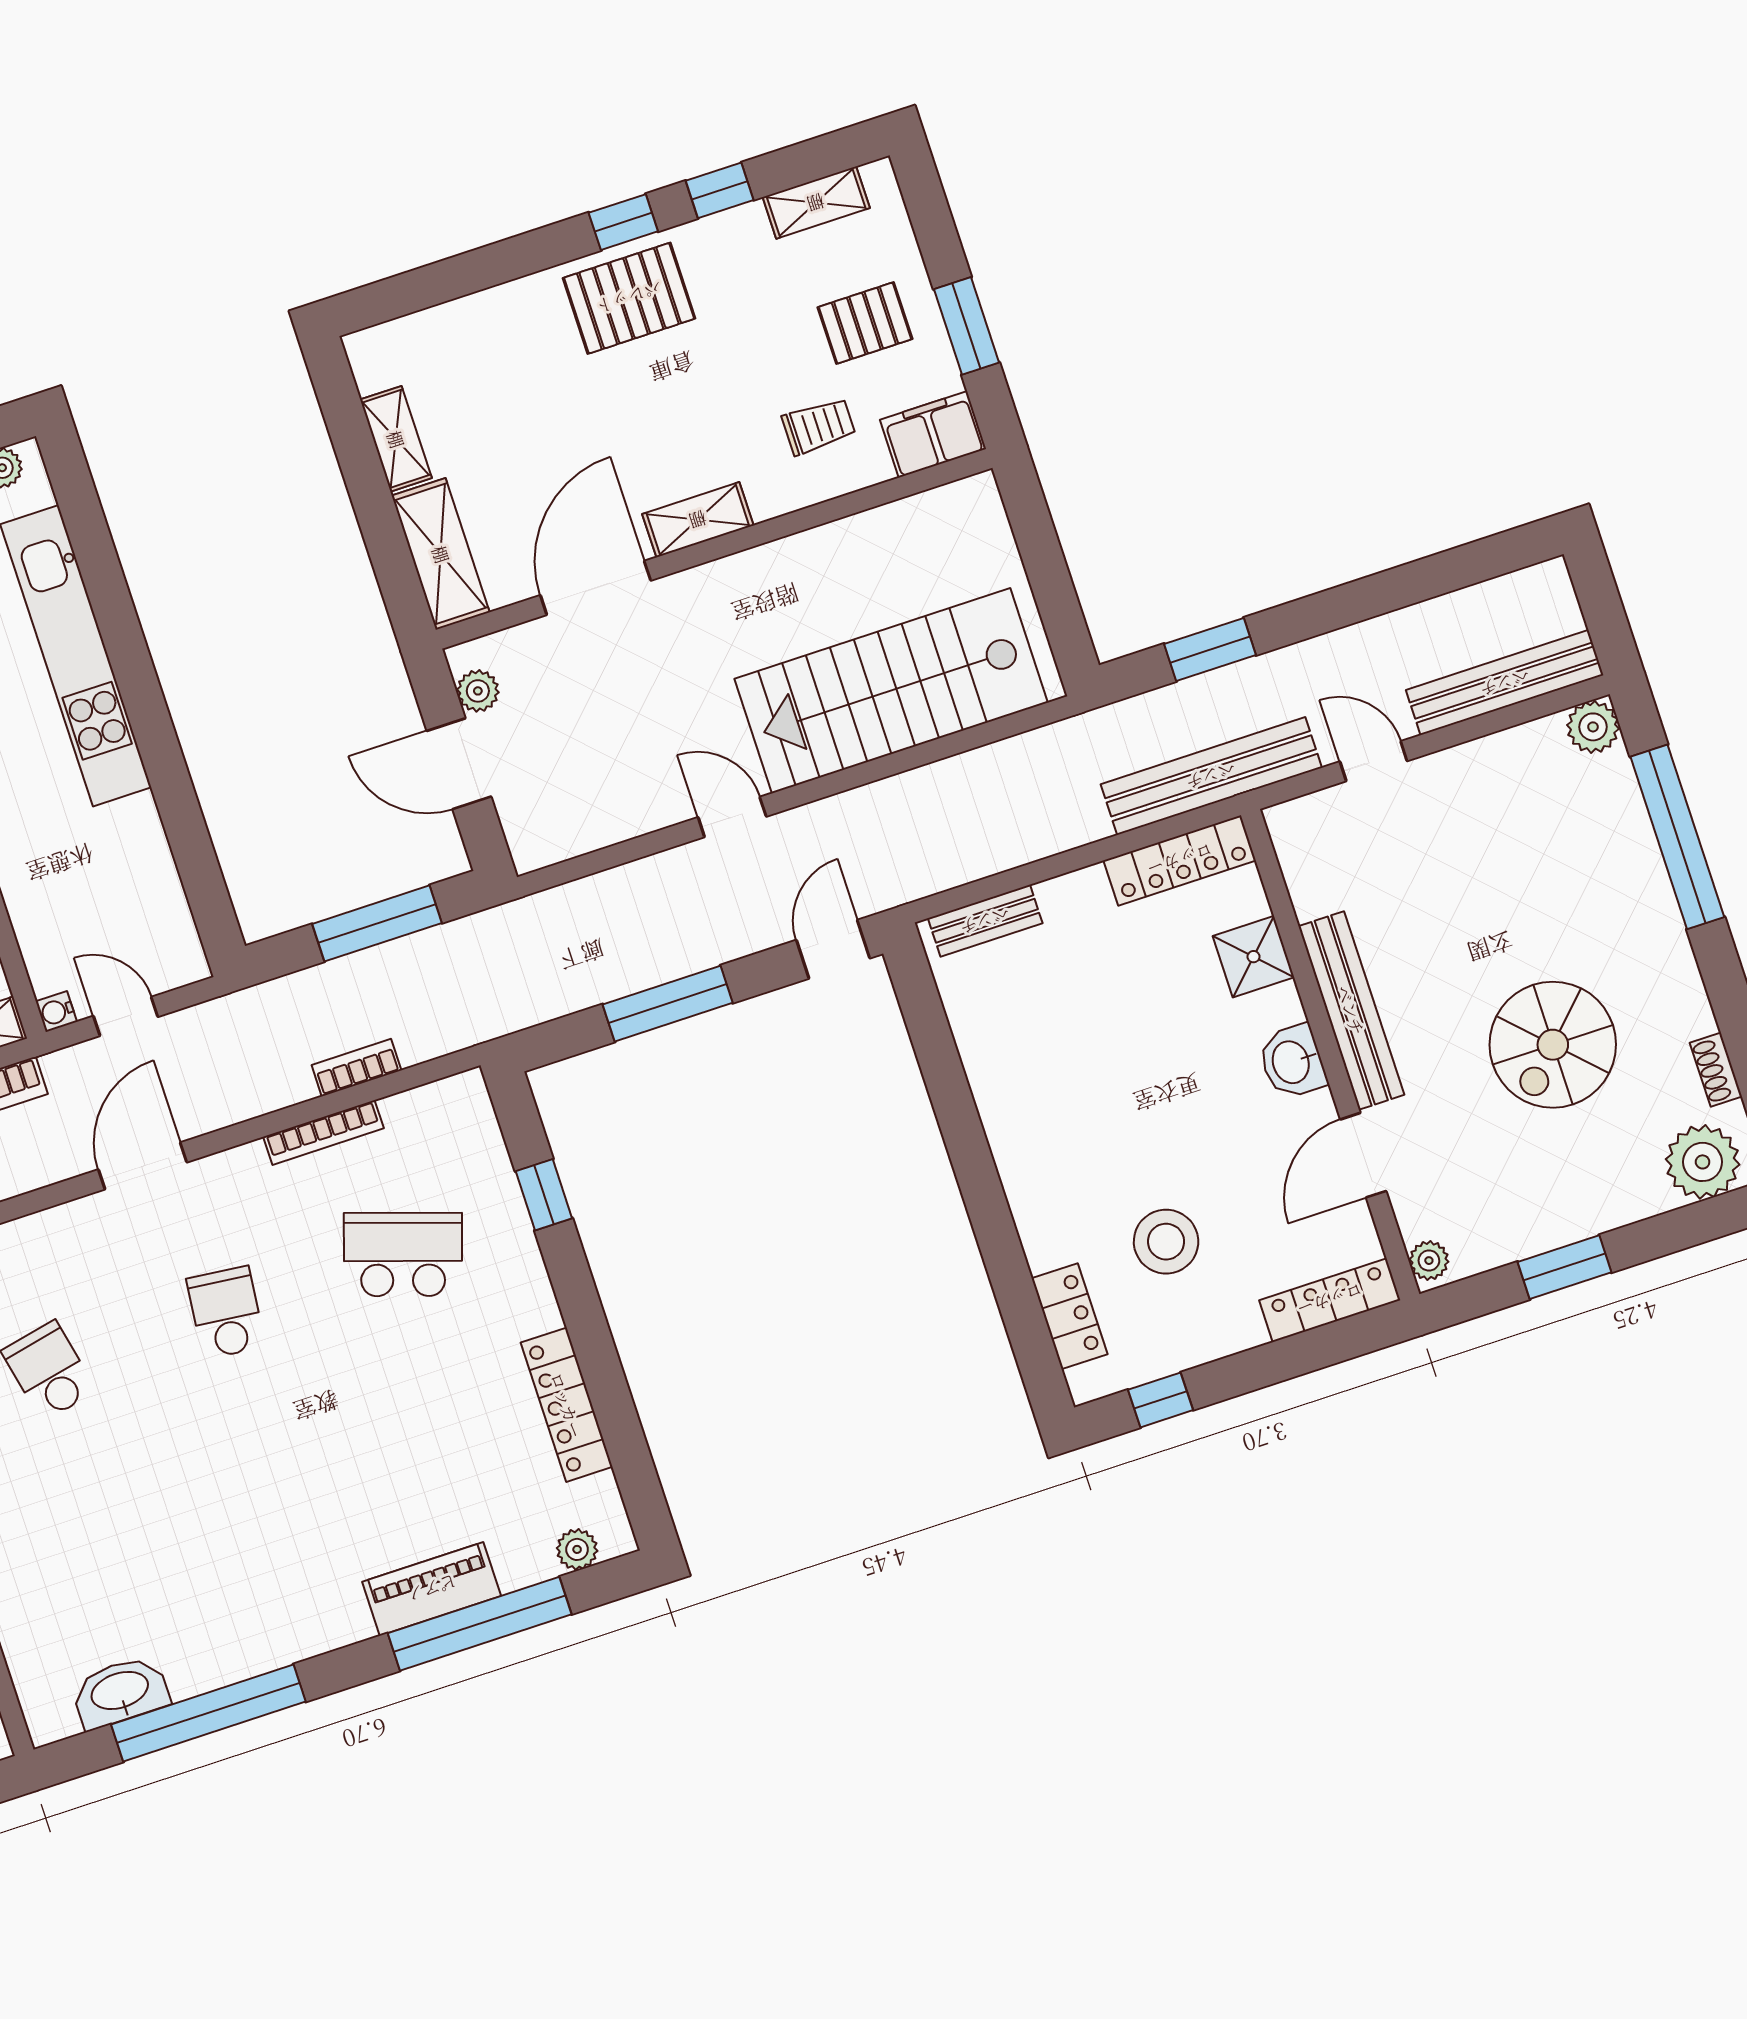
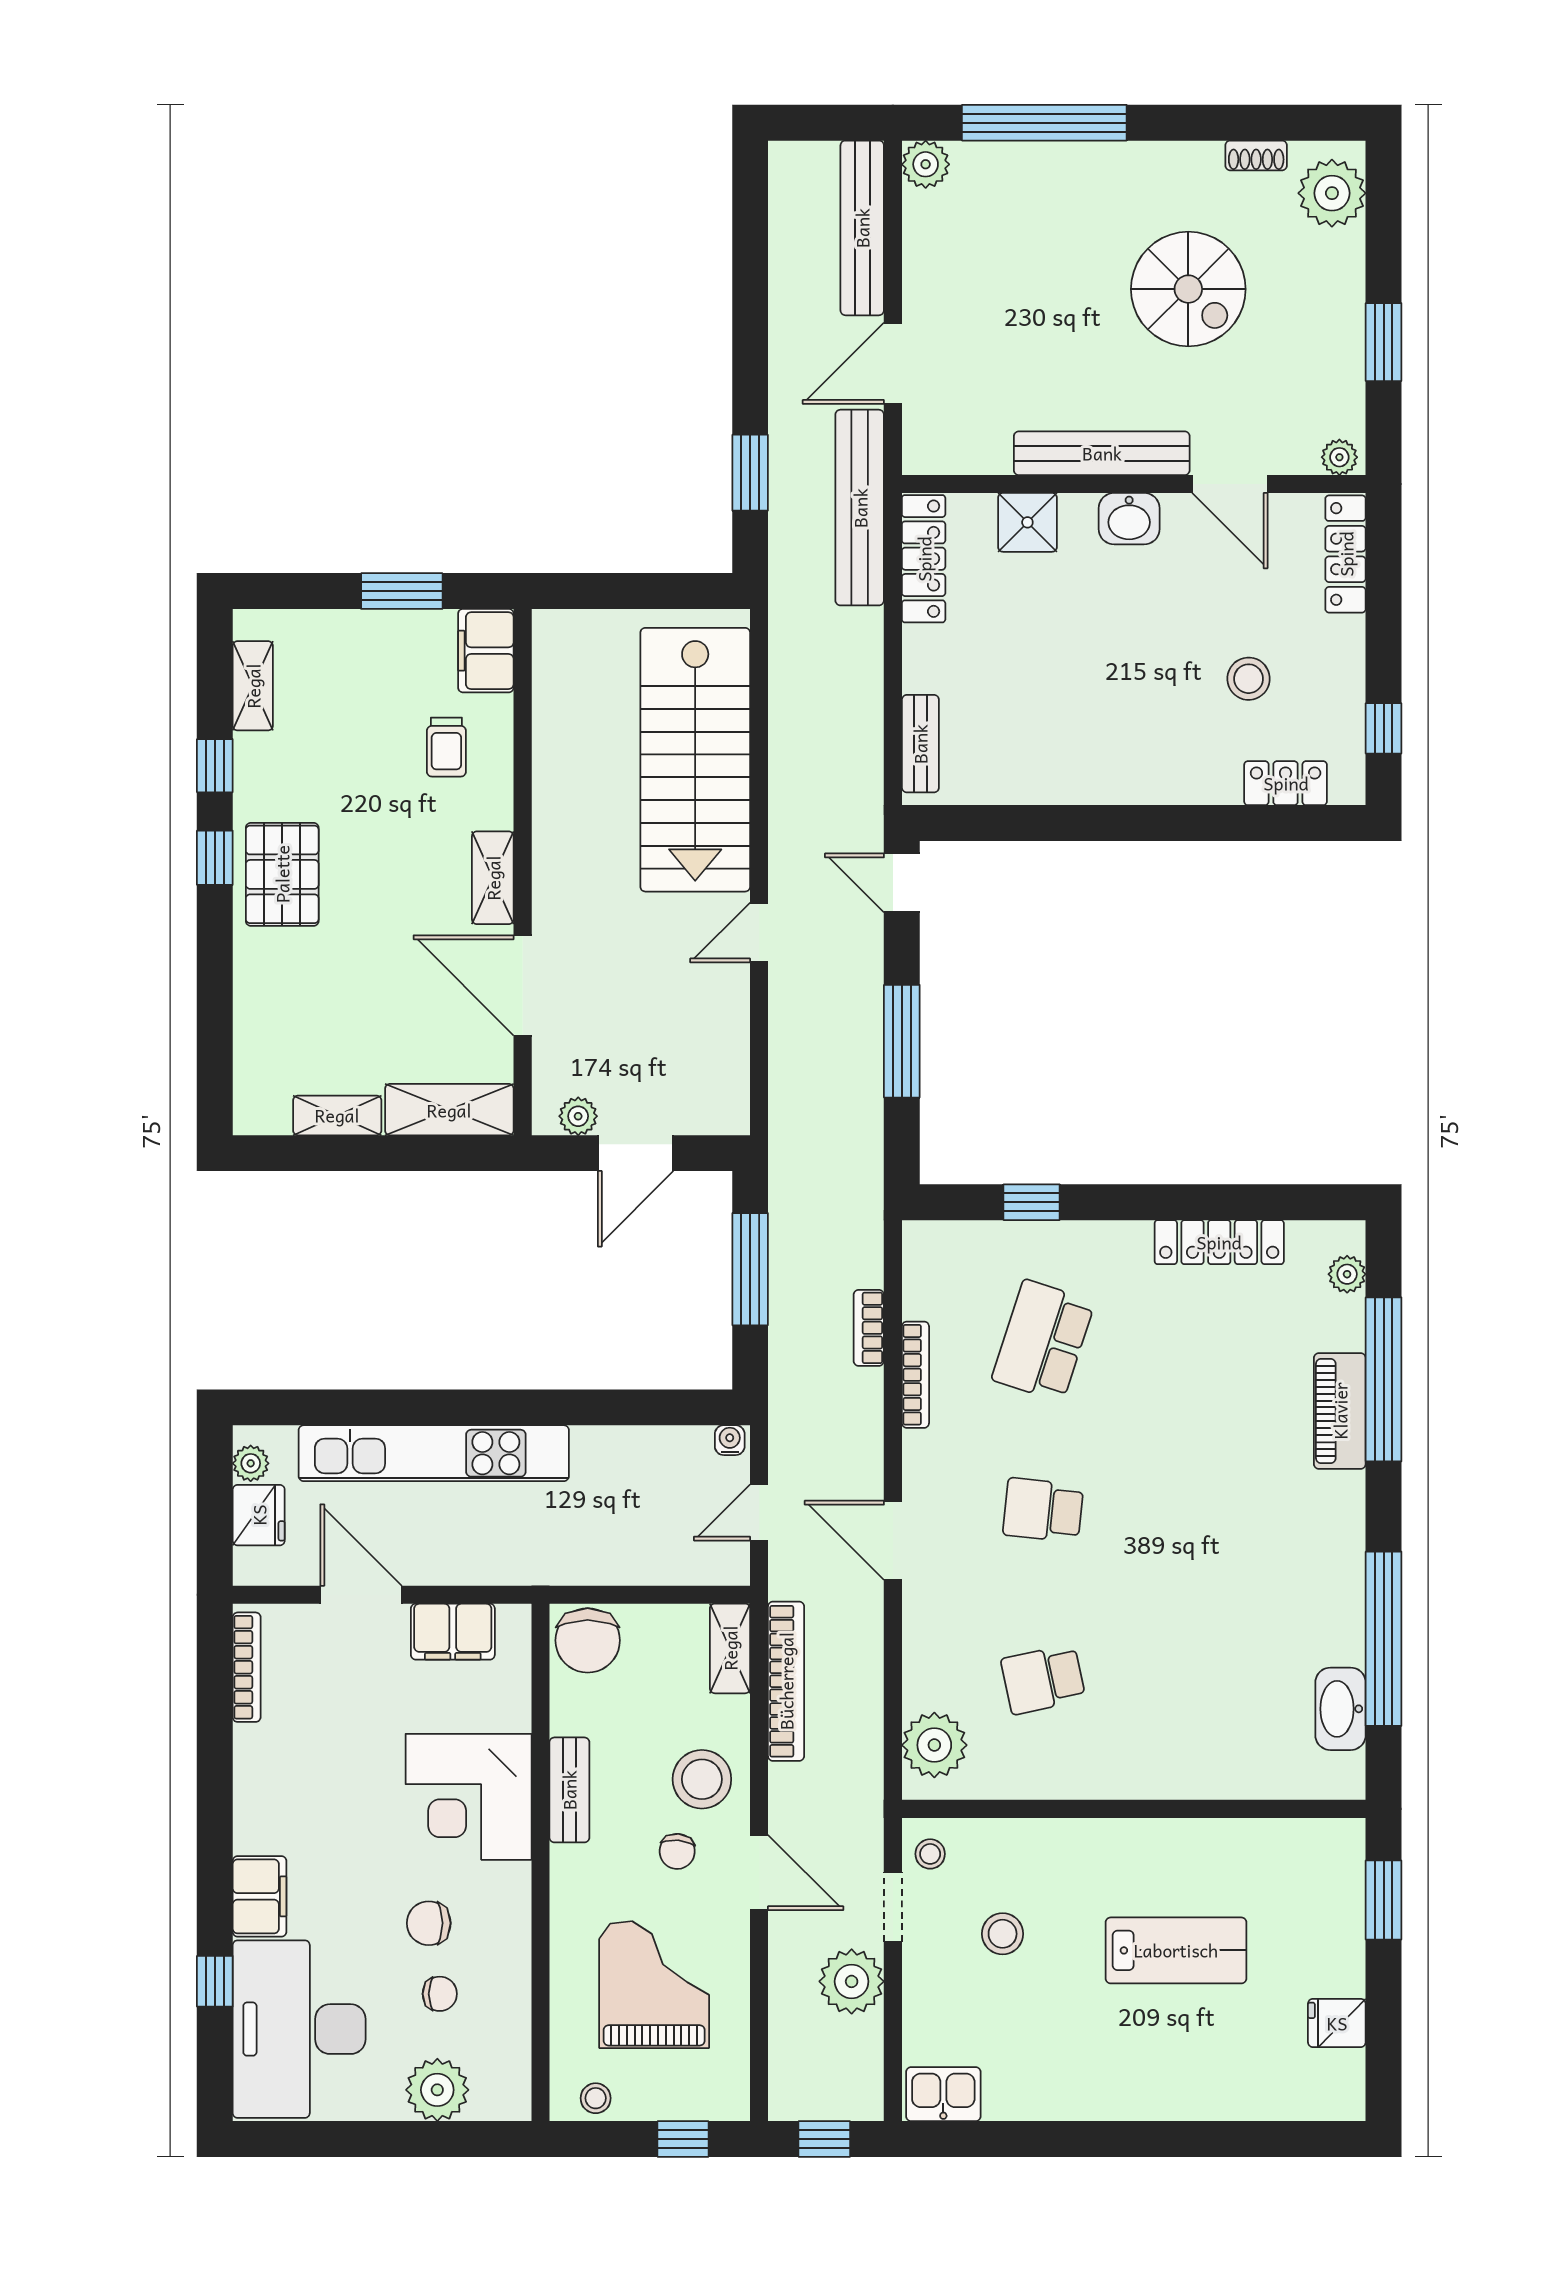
pallet: (865, 323) -> (371, 678), removed
trolley: (819, 426) -> (446, 747), turned 180
door: (1374, 761) -> (893, 363), width x1.38
water cooler: (56, 1012) -> (730, 1440), moved, turned 180
stool: (1166, 1242) -> (1249, 679), width x0.73, depth x0.73

